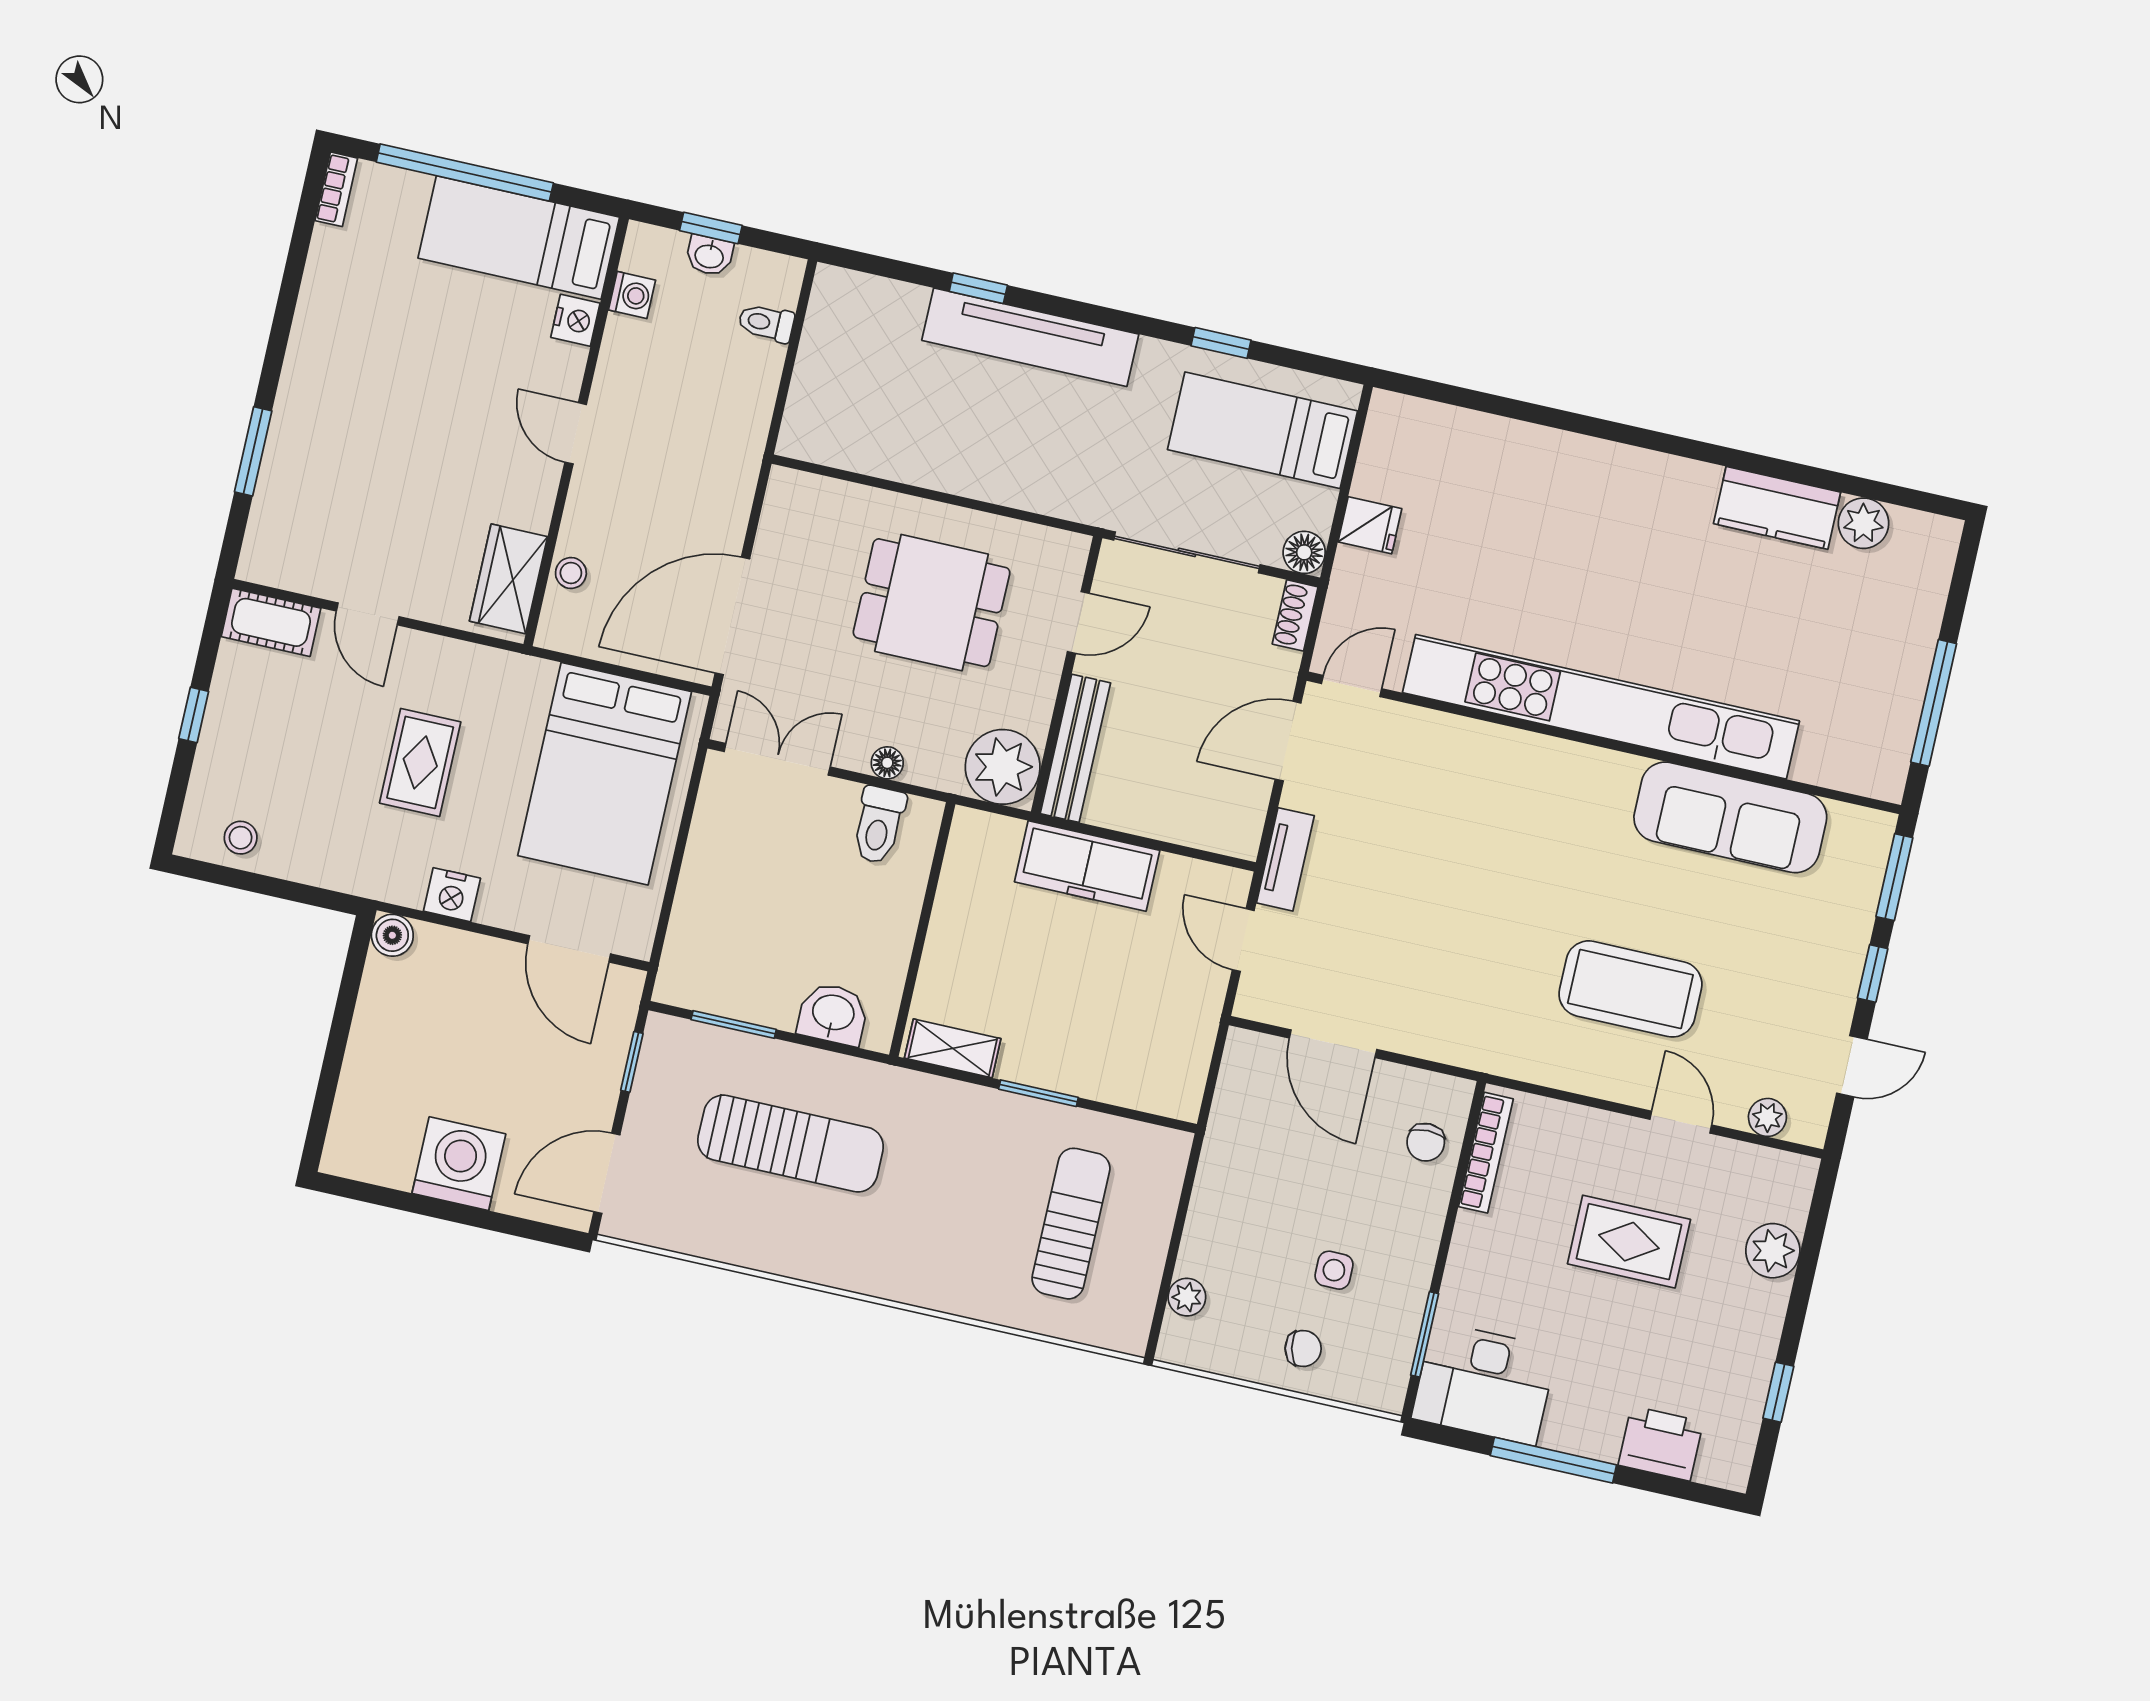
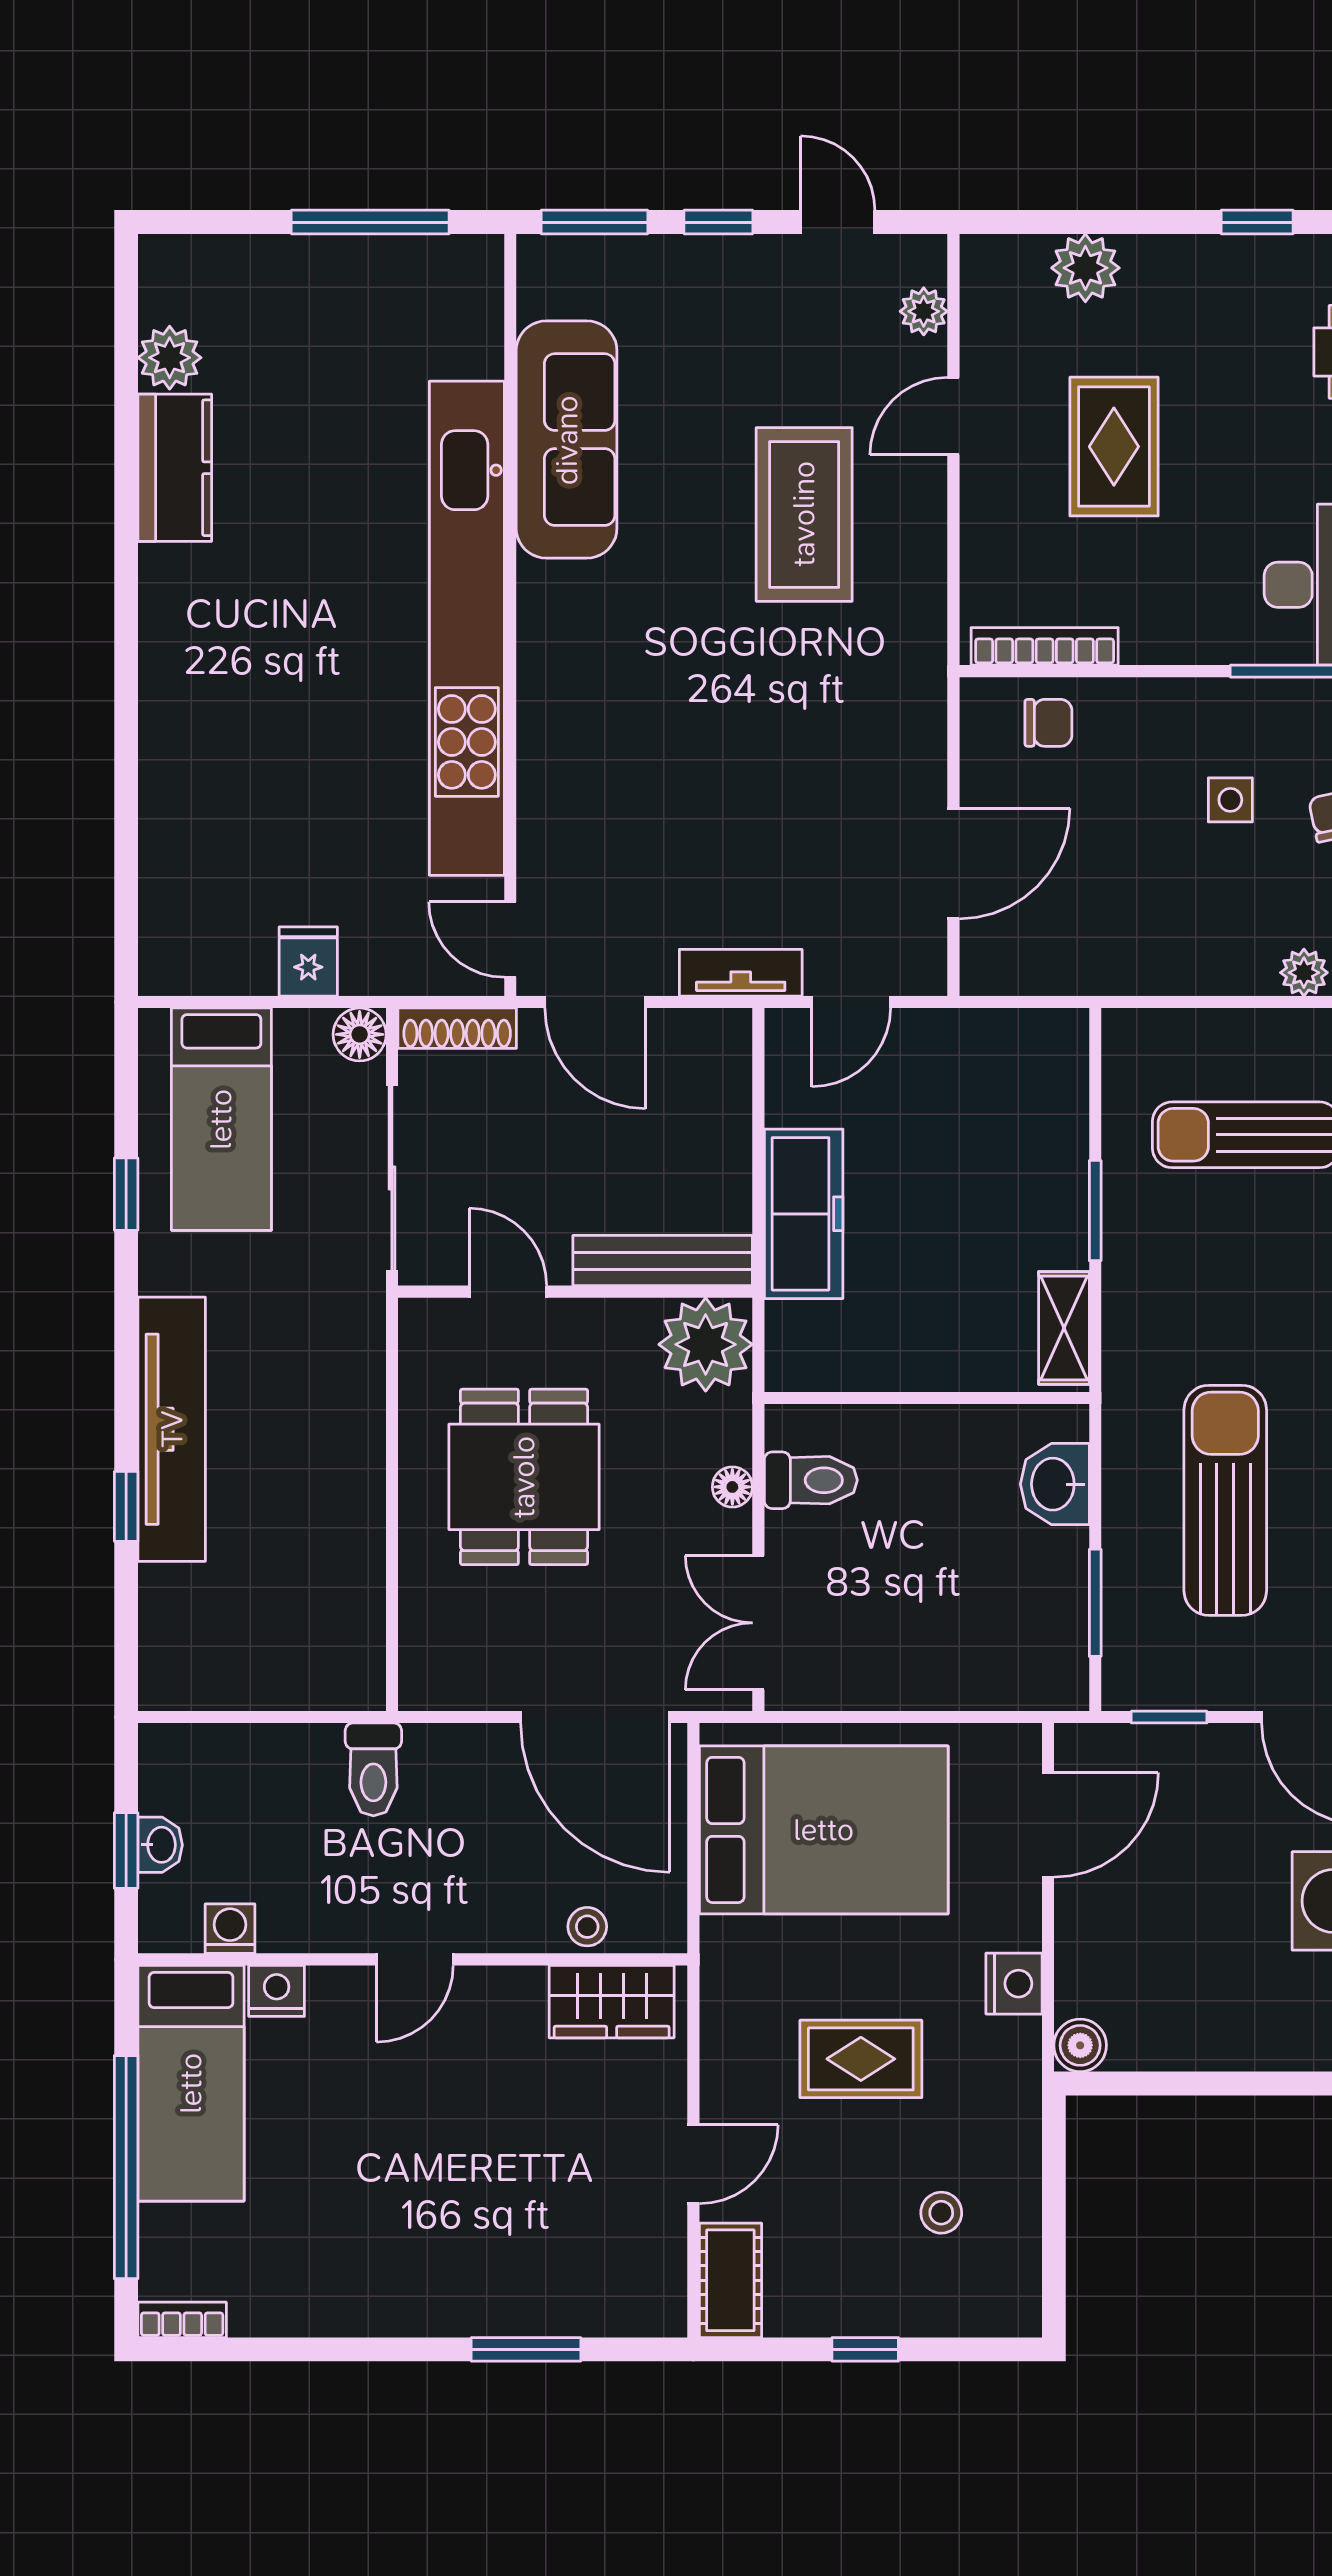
toilet: (766, 323) -> (373, 1769), moved, width x1.37, depth x1.39
shoe rack: (1295, 615) -> (457, 1028), width x1.43
stool: (241, 838) -> (941, 2213), moved

